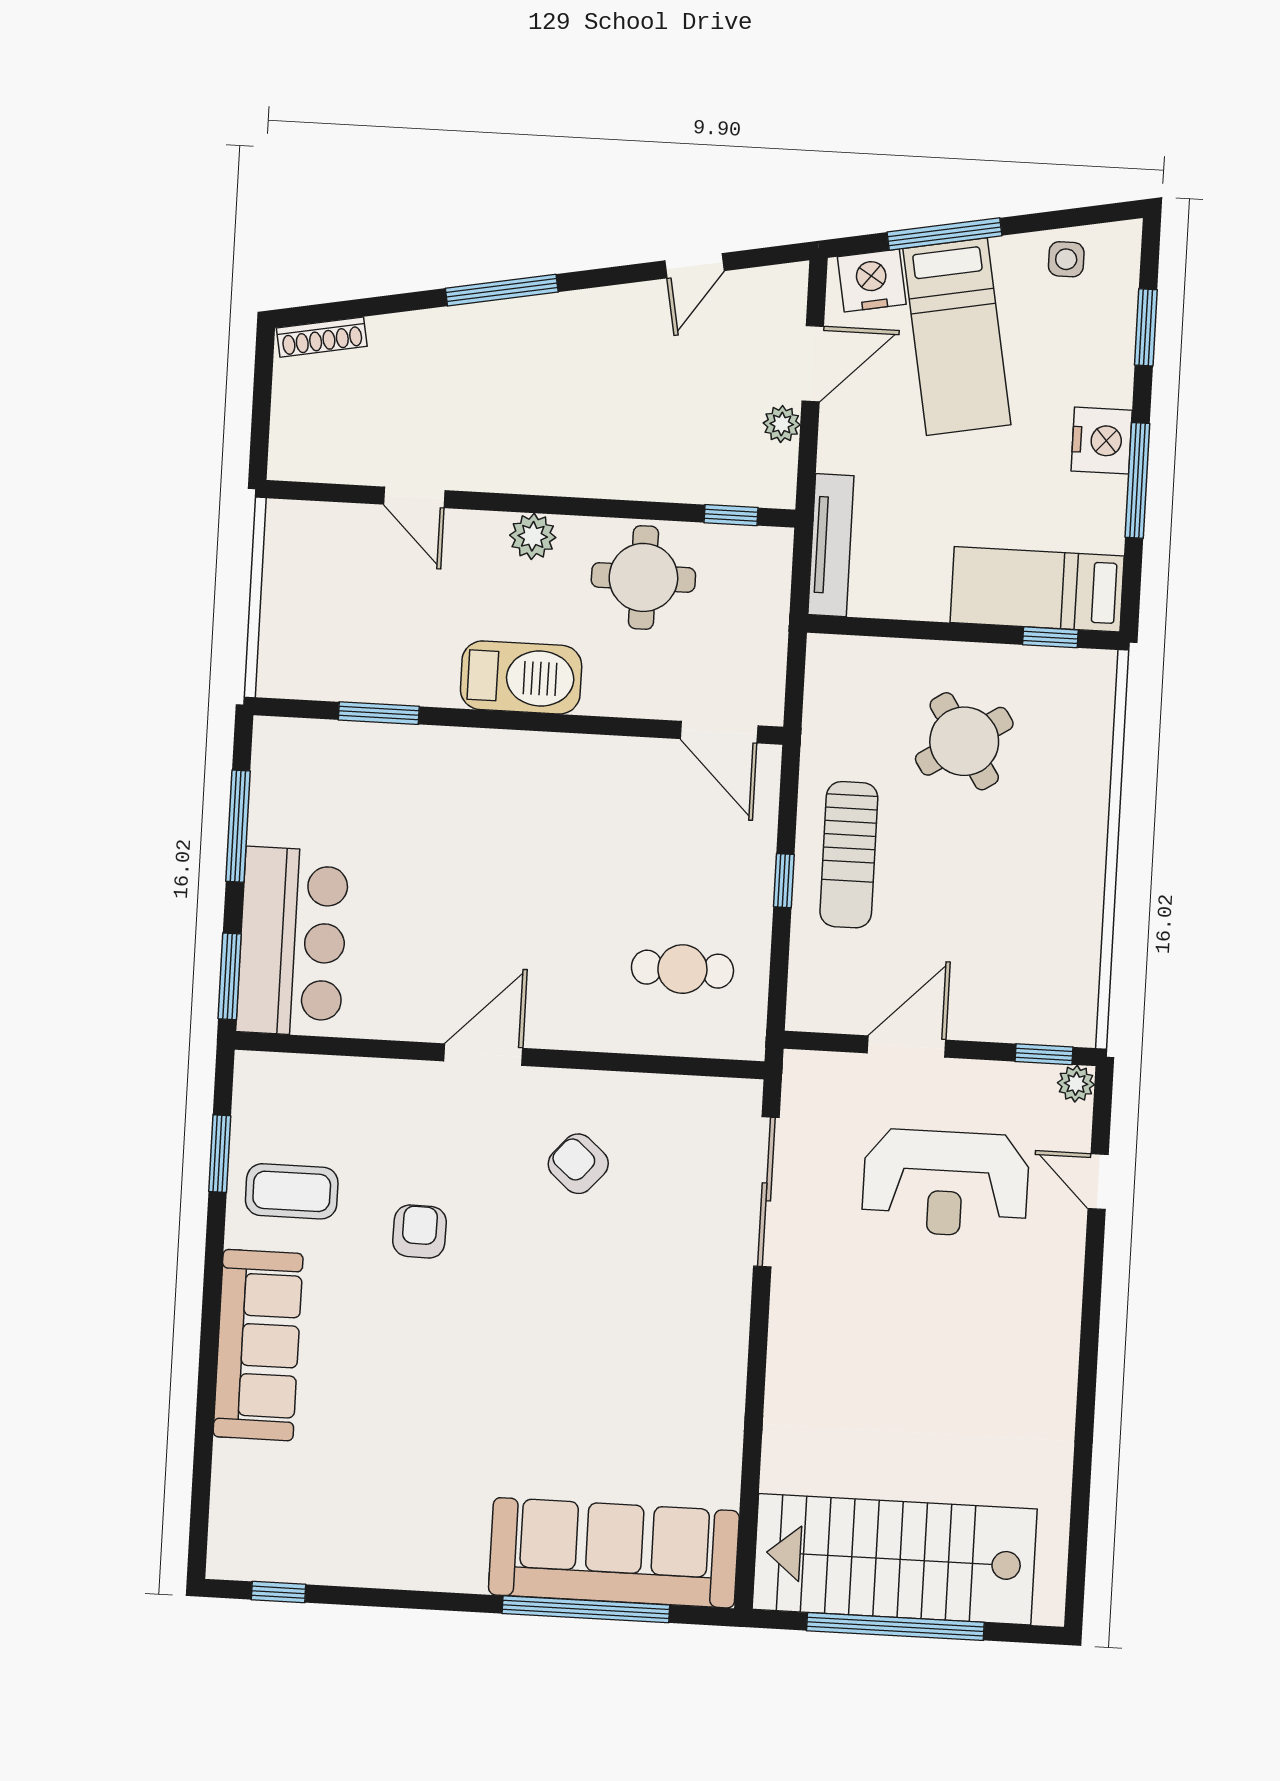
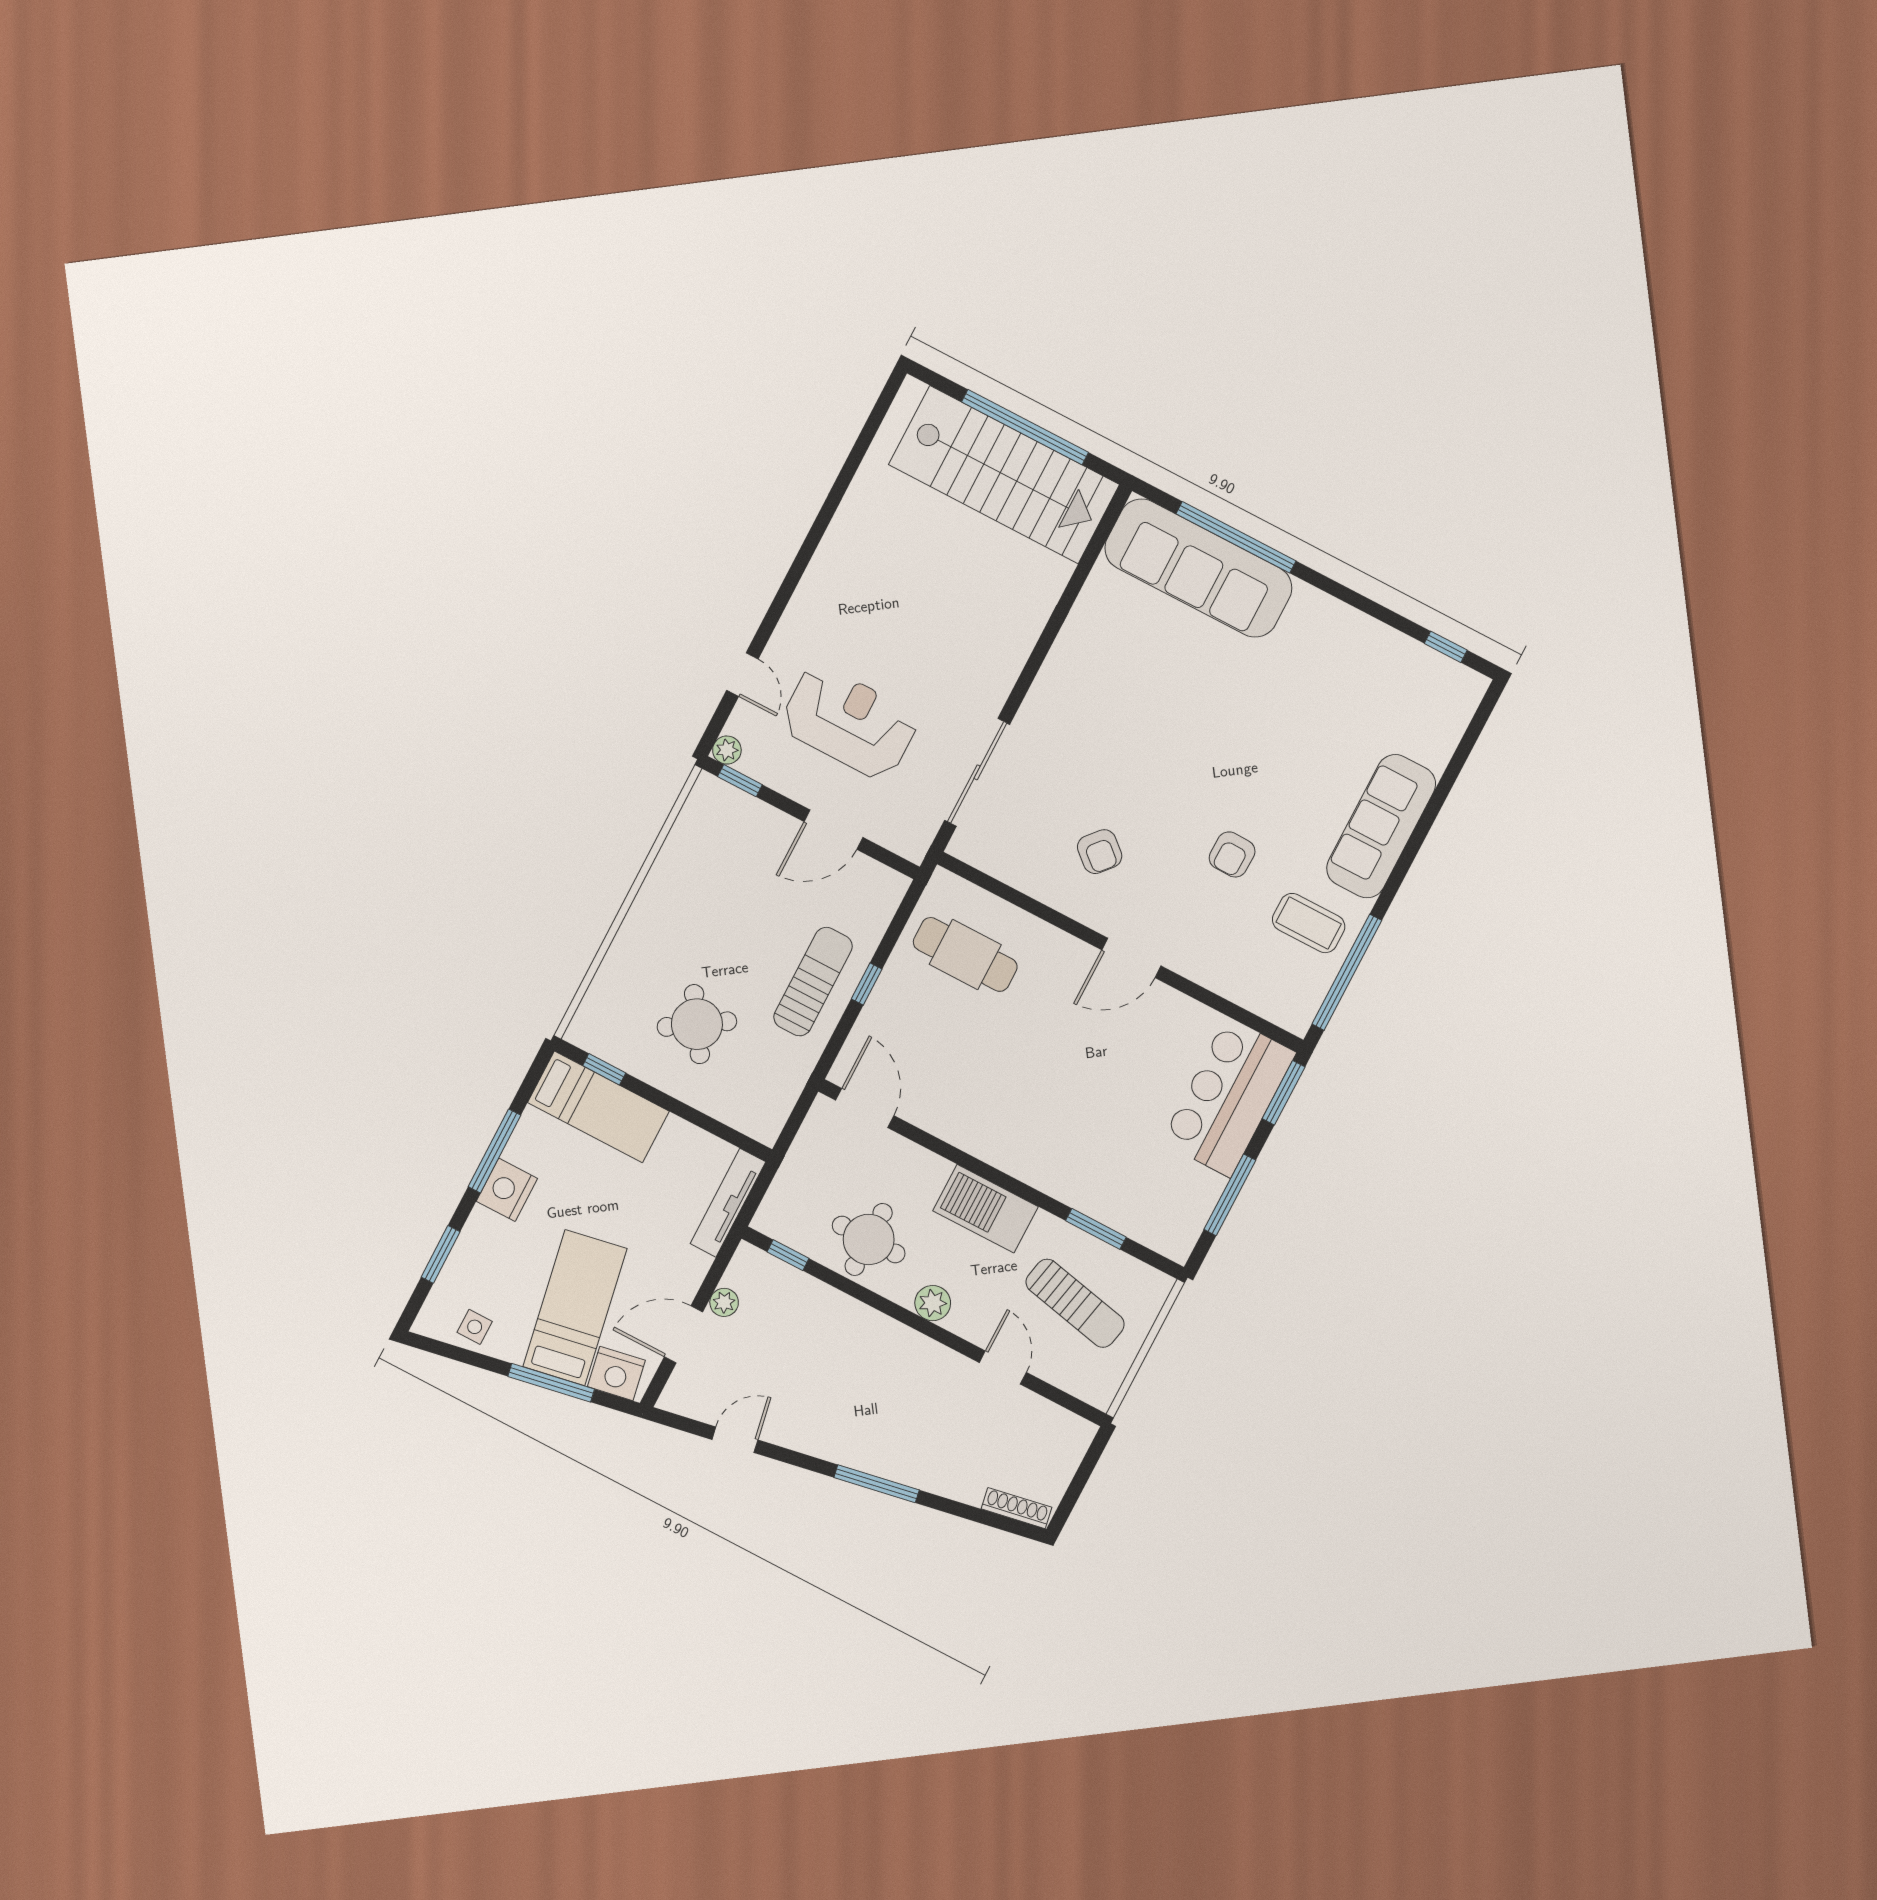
sun lounger: (363, 613) -> (1075, 1303), added
cafe table: (682, 969) -> (965, 954), width x1.37, depth x1.35
window: (220, 1154) -> (1347, 972), width x2.11

